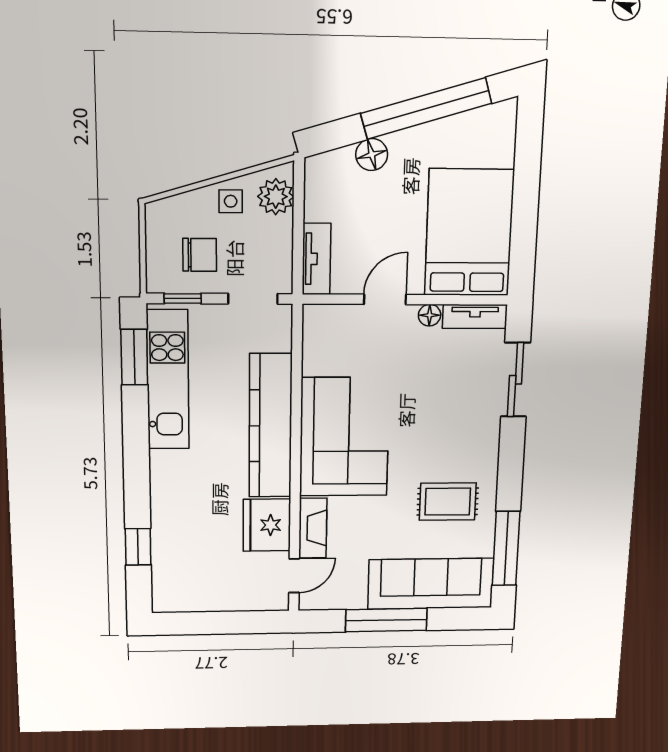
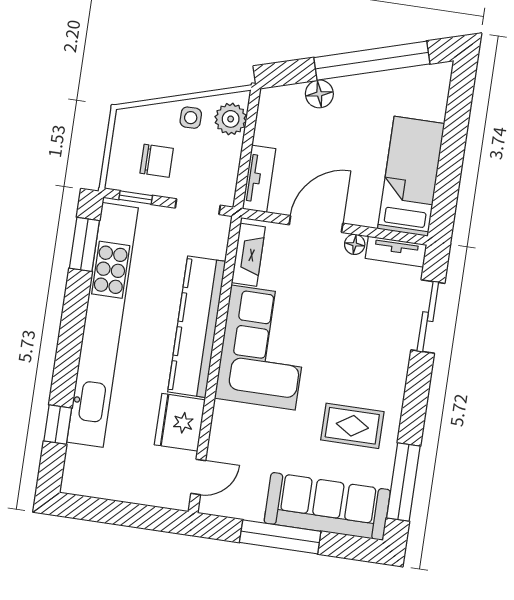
bed: (469, 233) -> (411, 176), width x0.67
door: (385, 299) -> (316, 224), width x1.38
kitchen unit: (168, 380) -> (103, 325), width x1.86
fireplace: (313, 528) -> (248, 255), moved

